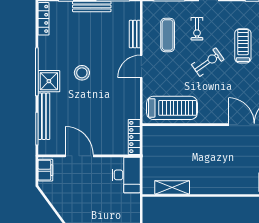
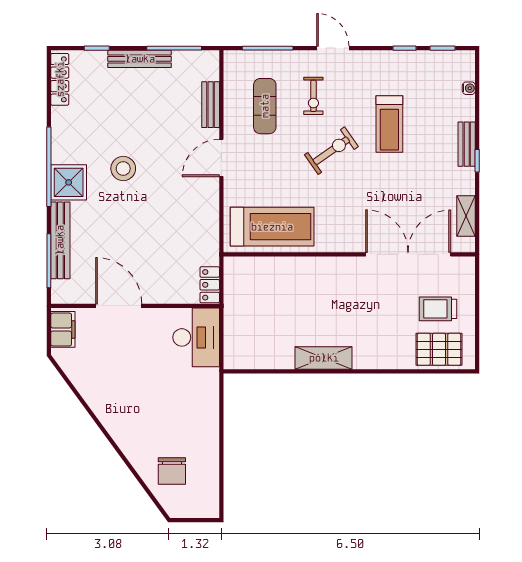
treadmill: (243, 46) -> (389, 124), turned 180
locker: (134, 137) -> (210, 285), width x0.66
shelving: (172, 187) -> (324, 358), moved

